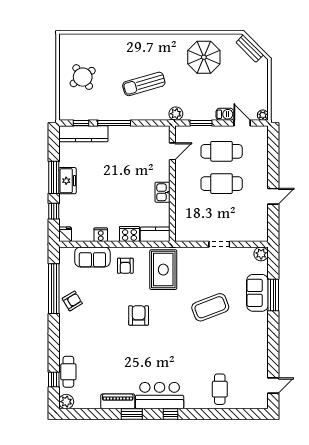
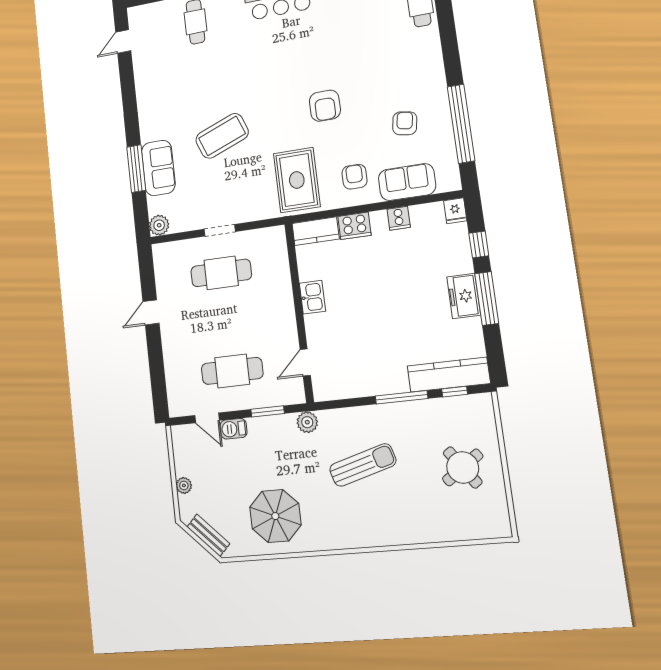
plant: (263, 115) -> (184, 485), moved
cafe table: (222, 184) -> (221, 273), moved
armchair: (72, 301) -> (405, 123), moved, turned 130

